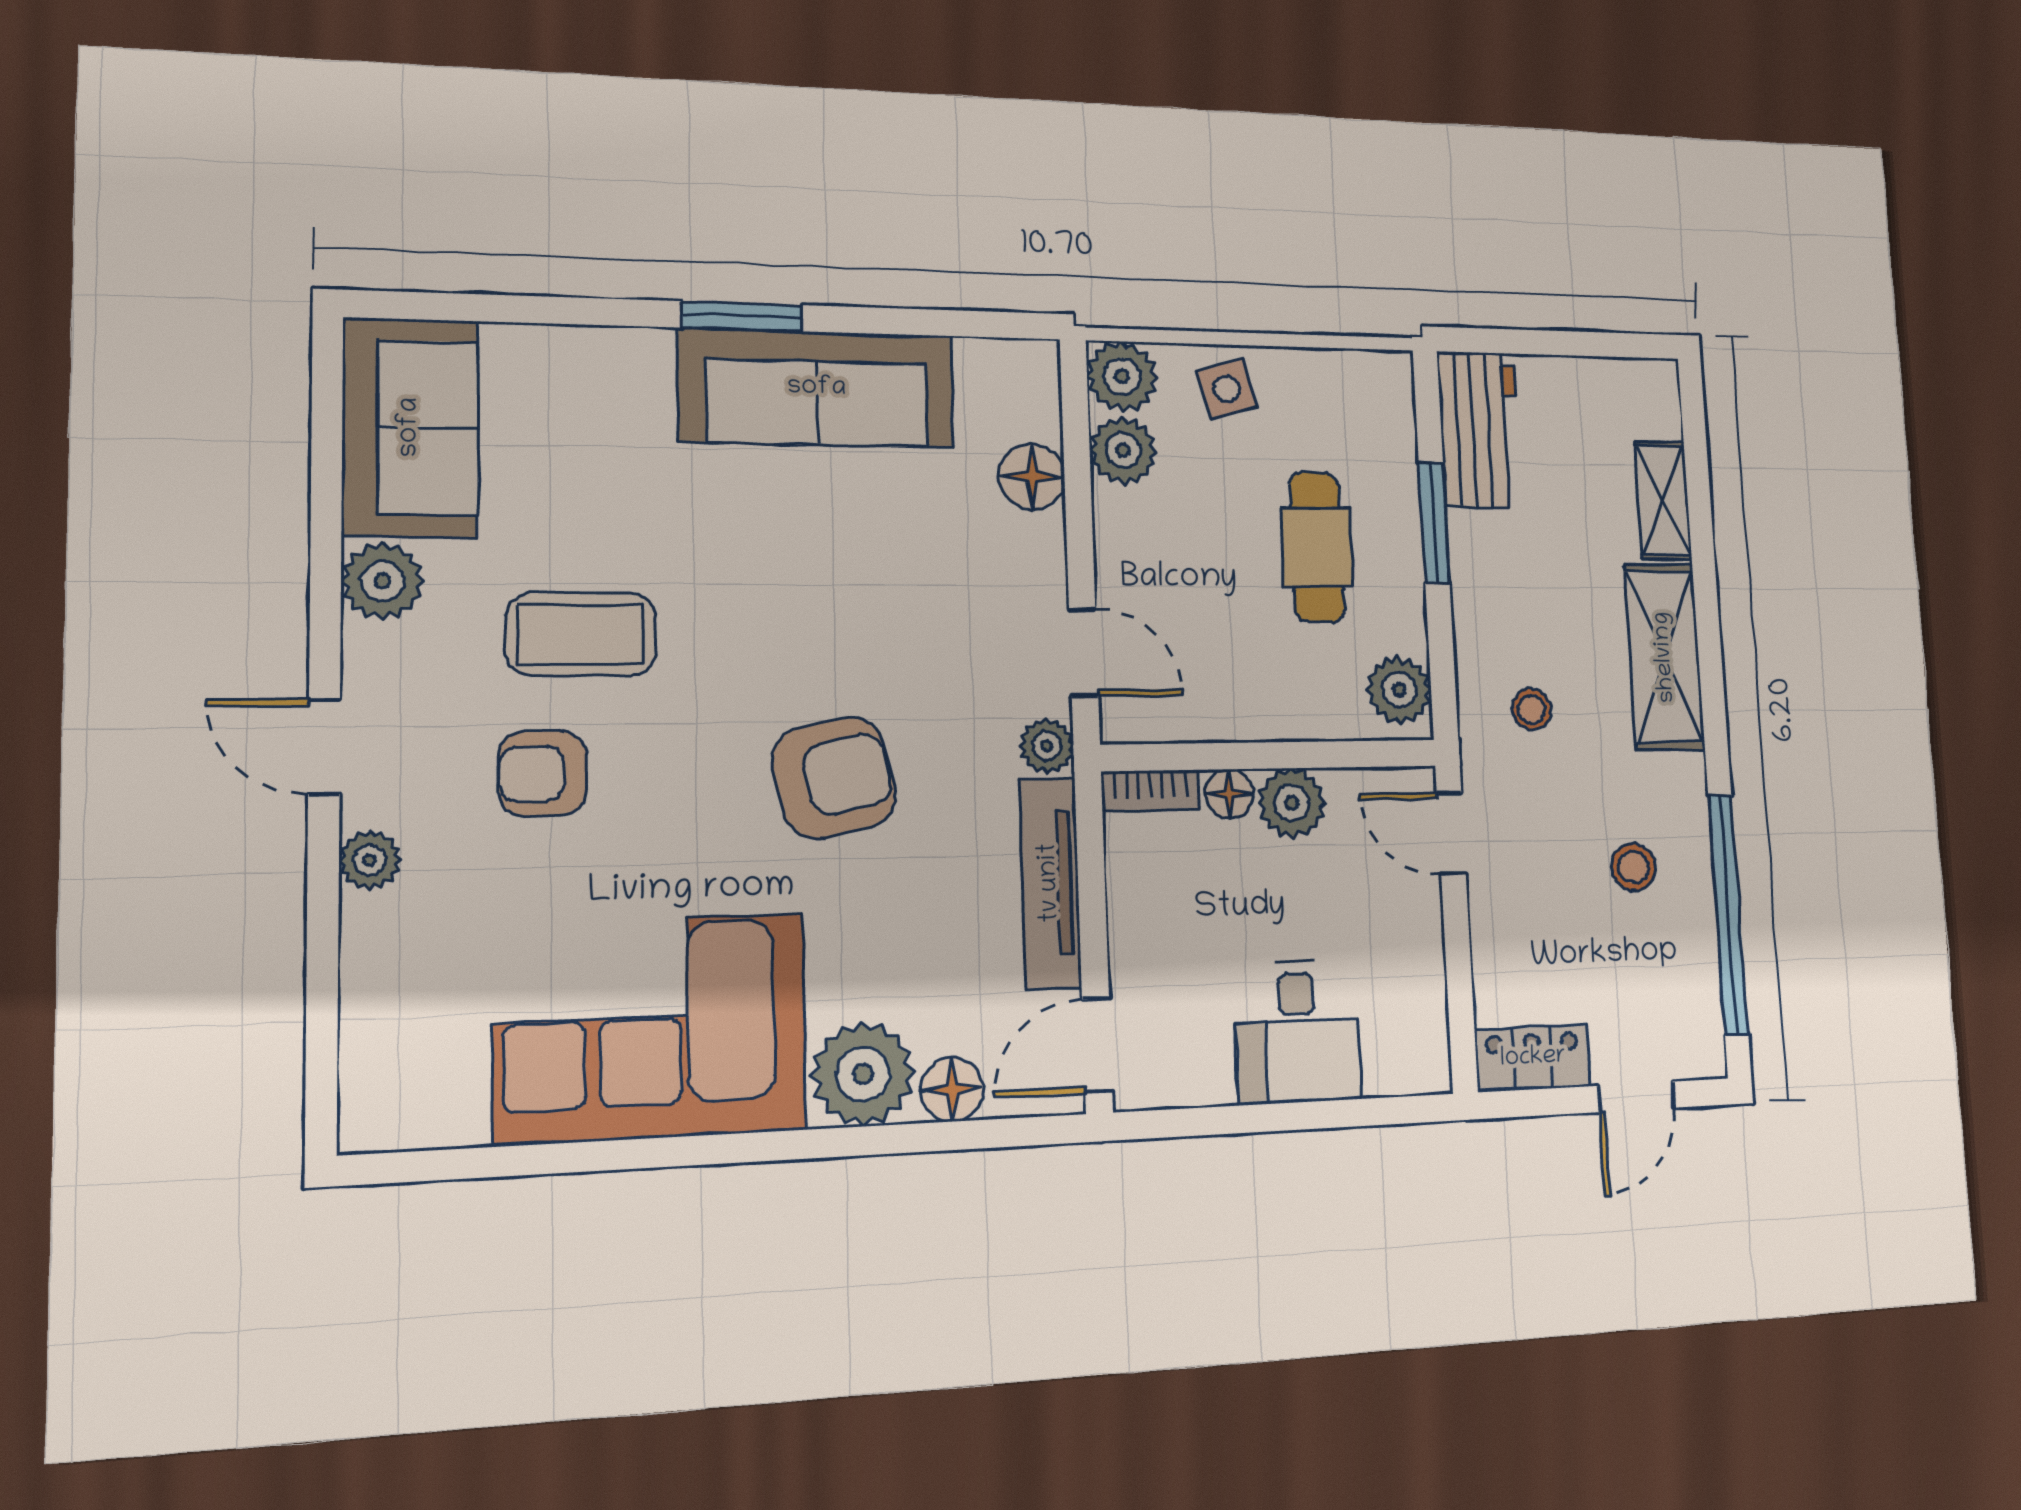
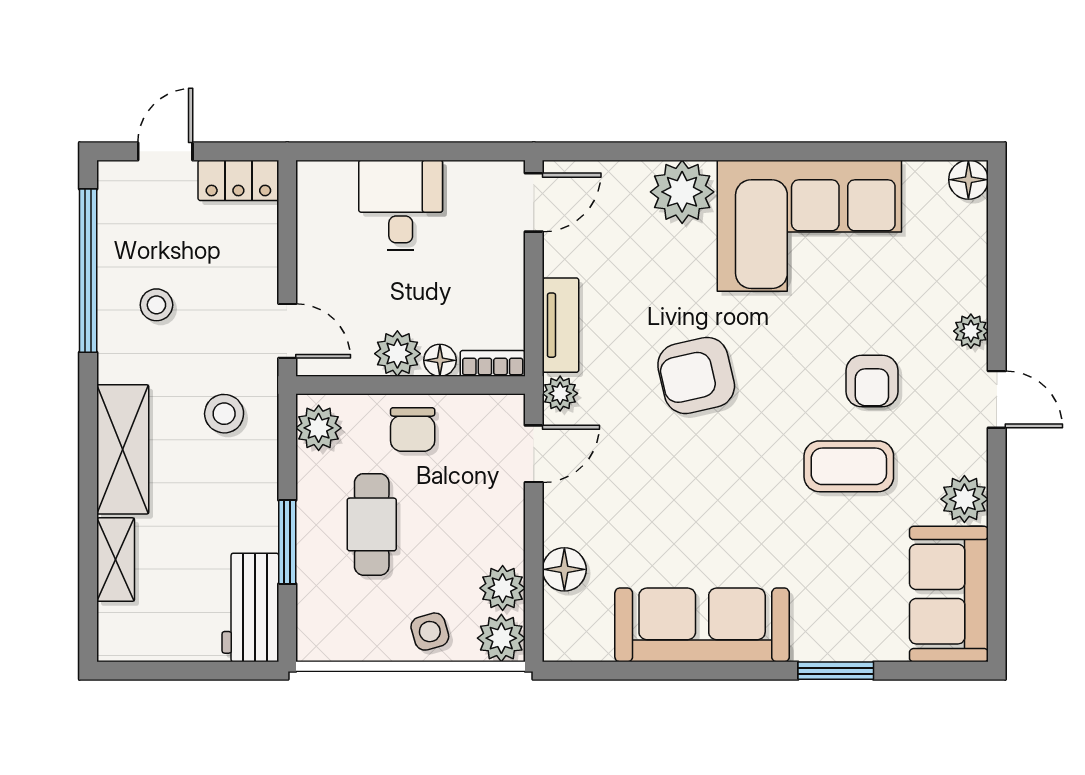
window: (742, 316) -> (836, 671), moved
door: (1084, 652) -> (534, 454), swing flipped
chair: (1265, 688) -> (413, 429), added
stool: (1532, 709) -> (224, 414), width x1.37, depth x1.37
armchair: (542, 773) -> (872, 381), turned 90
tv unit: (1050, 883) -> (561, 325), width x0.71
floor lamp: (952, 1089) -> (968, 180), moved

